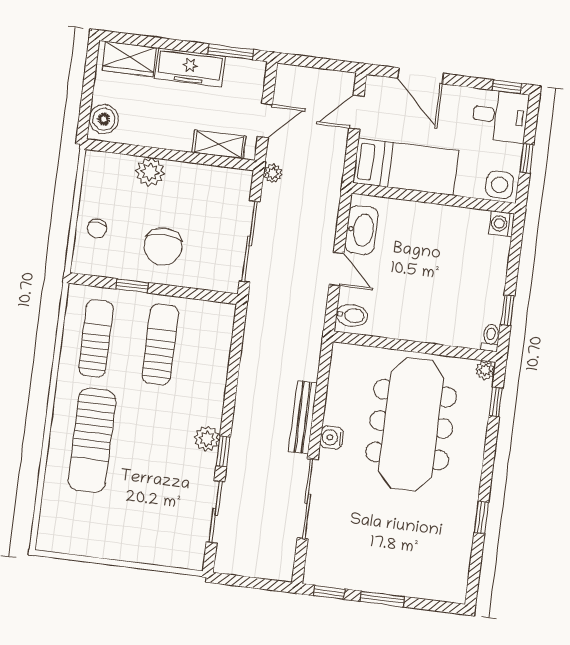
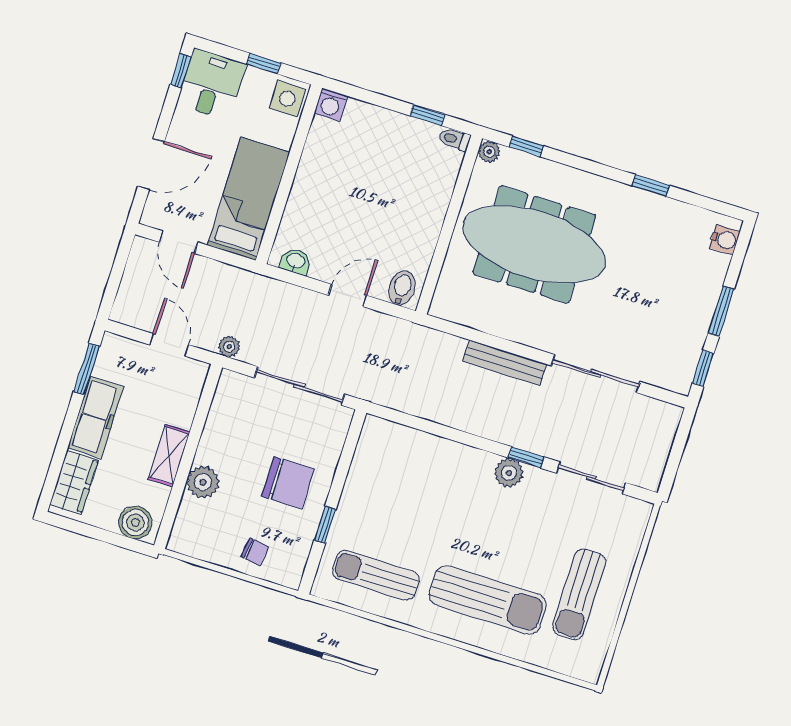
shelving: (219, 144) -> (169, 456), moved
washbasin: (361, 230) -> (296, 261), width x0.52, depth x0.69
sun lounger: (160, 344) -> (579, 594), moved, turned -90
water cooler: (332, 438) -> (725, 240), moved, turned -90

